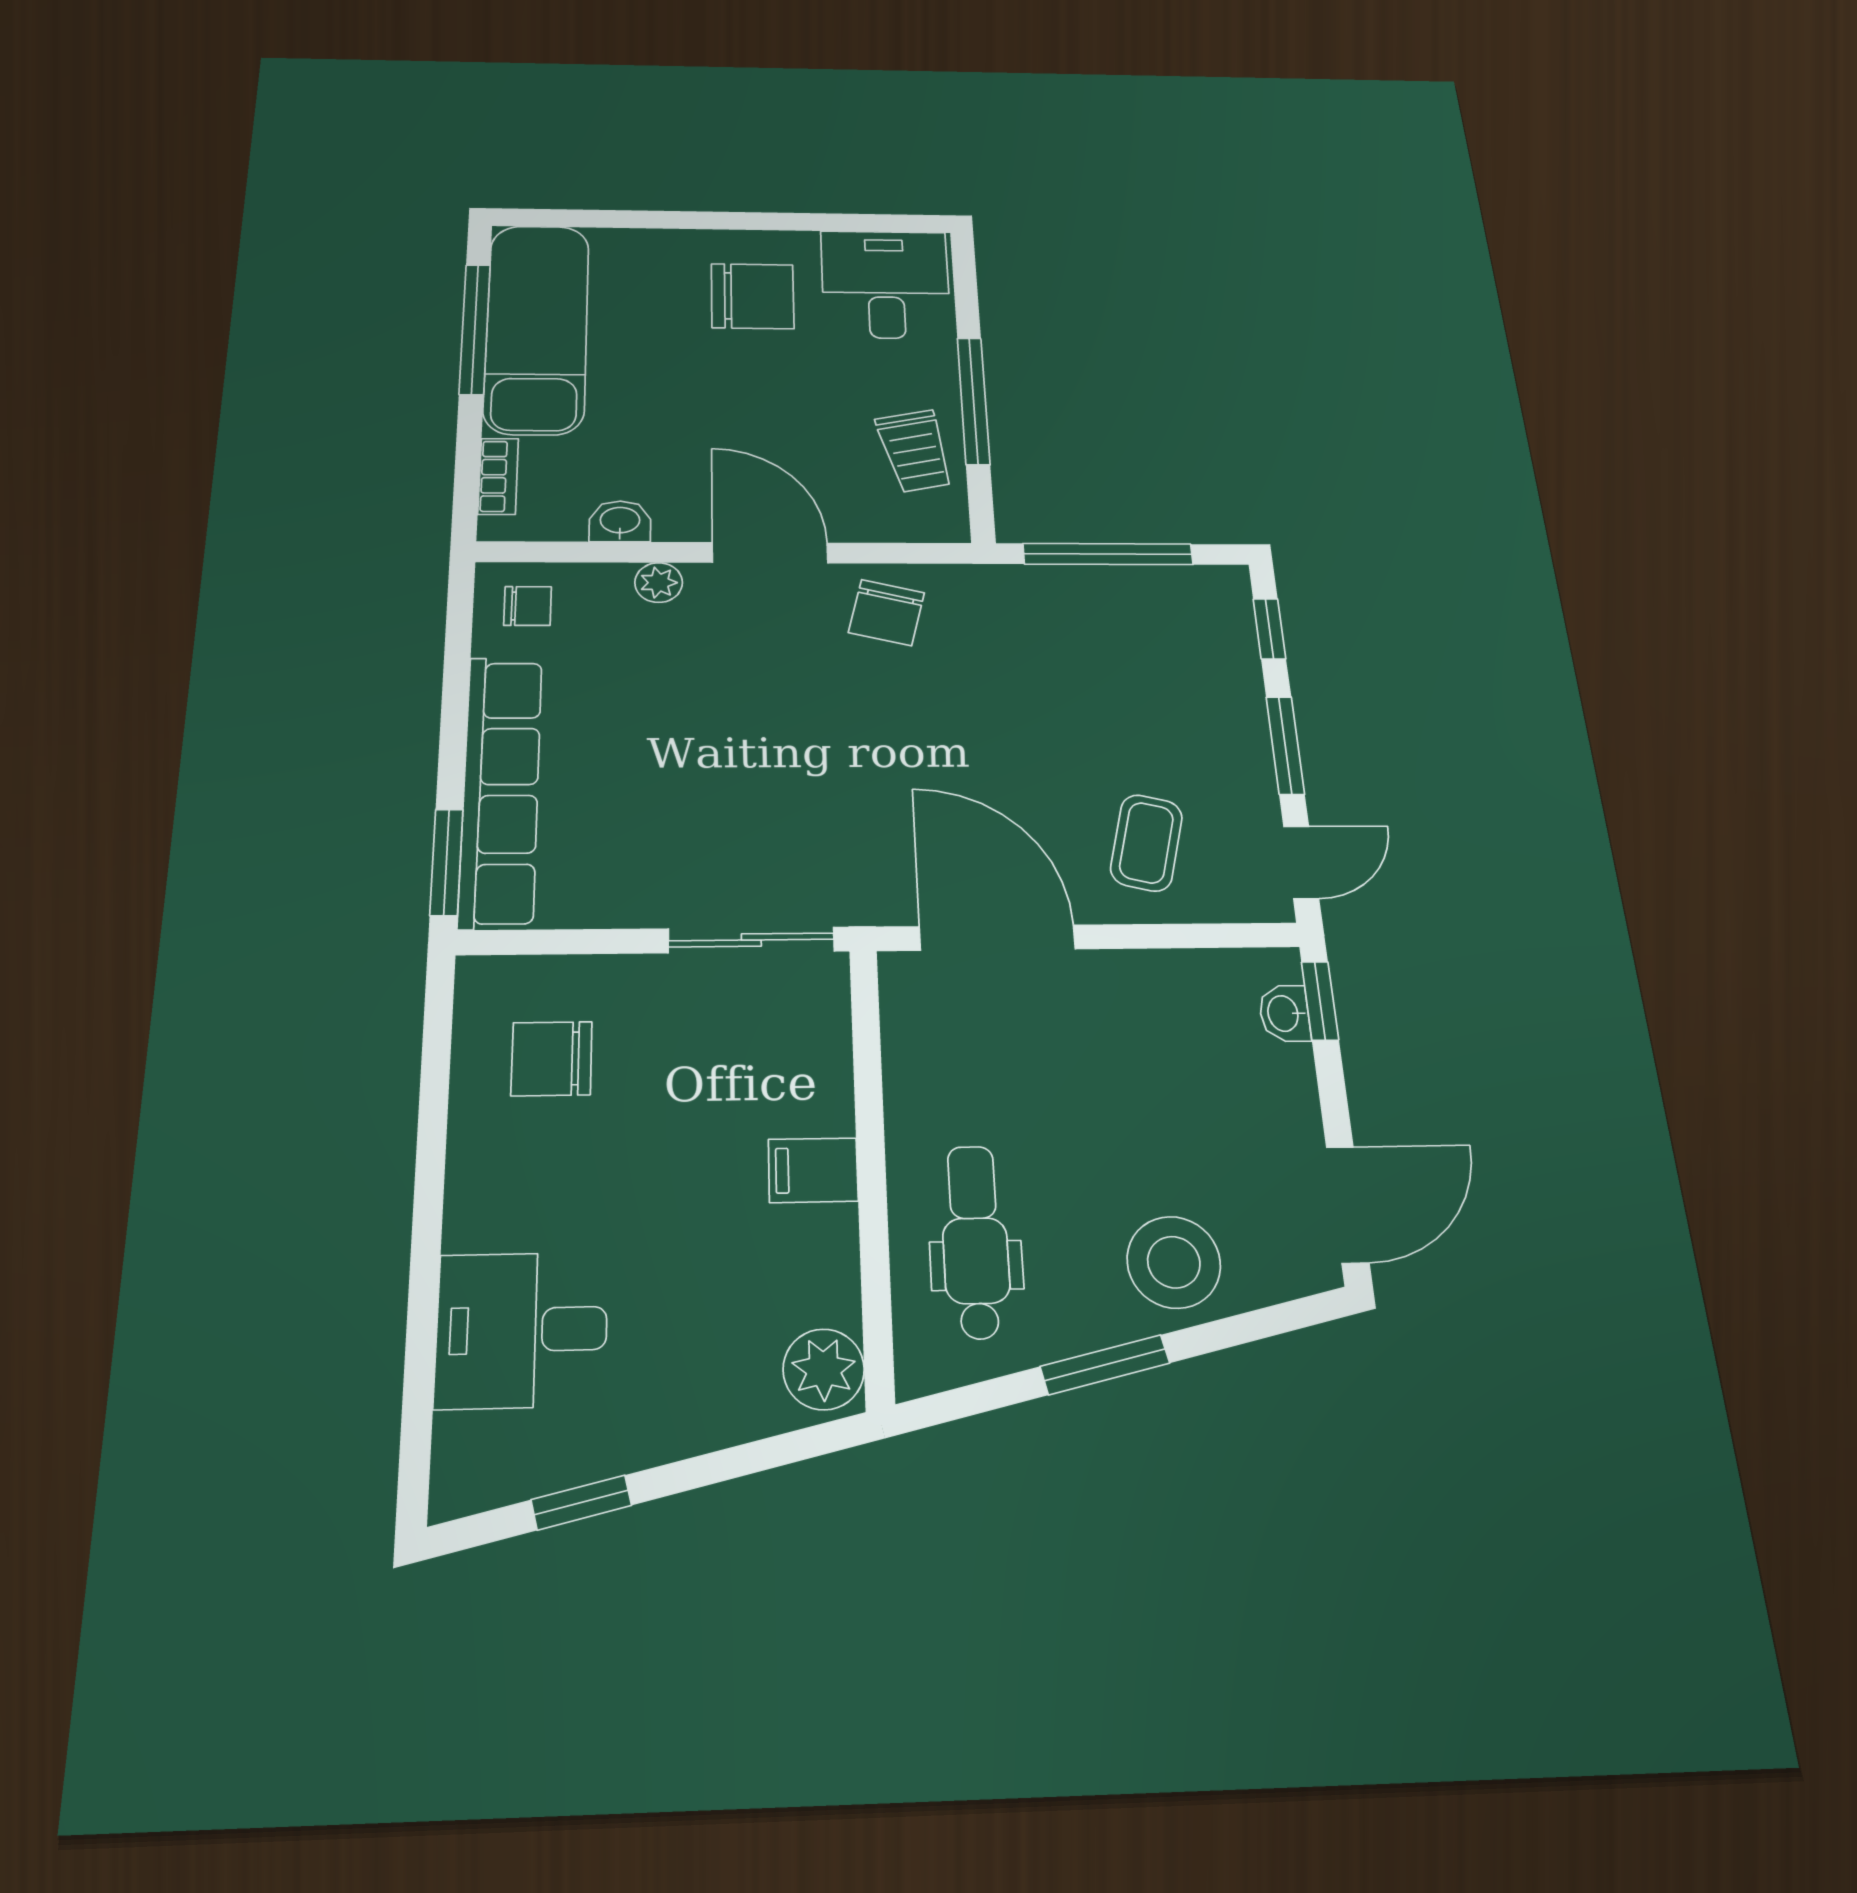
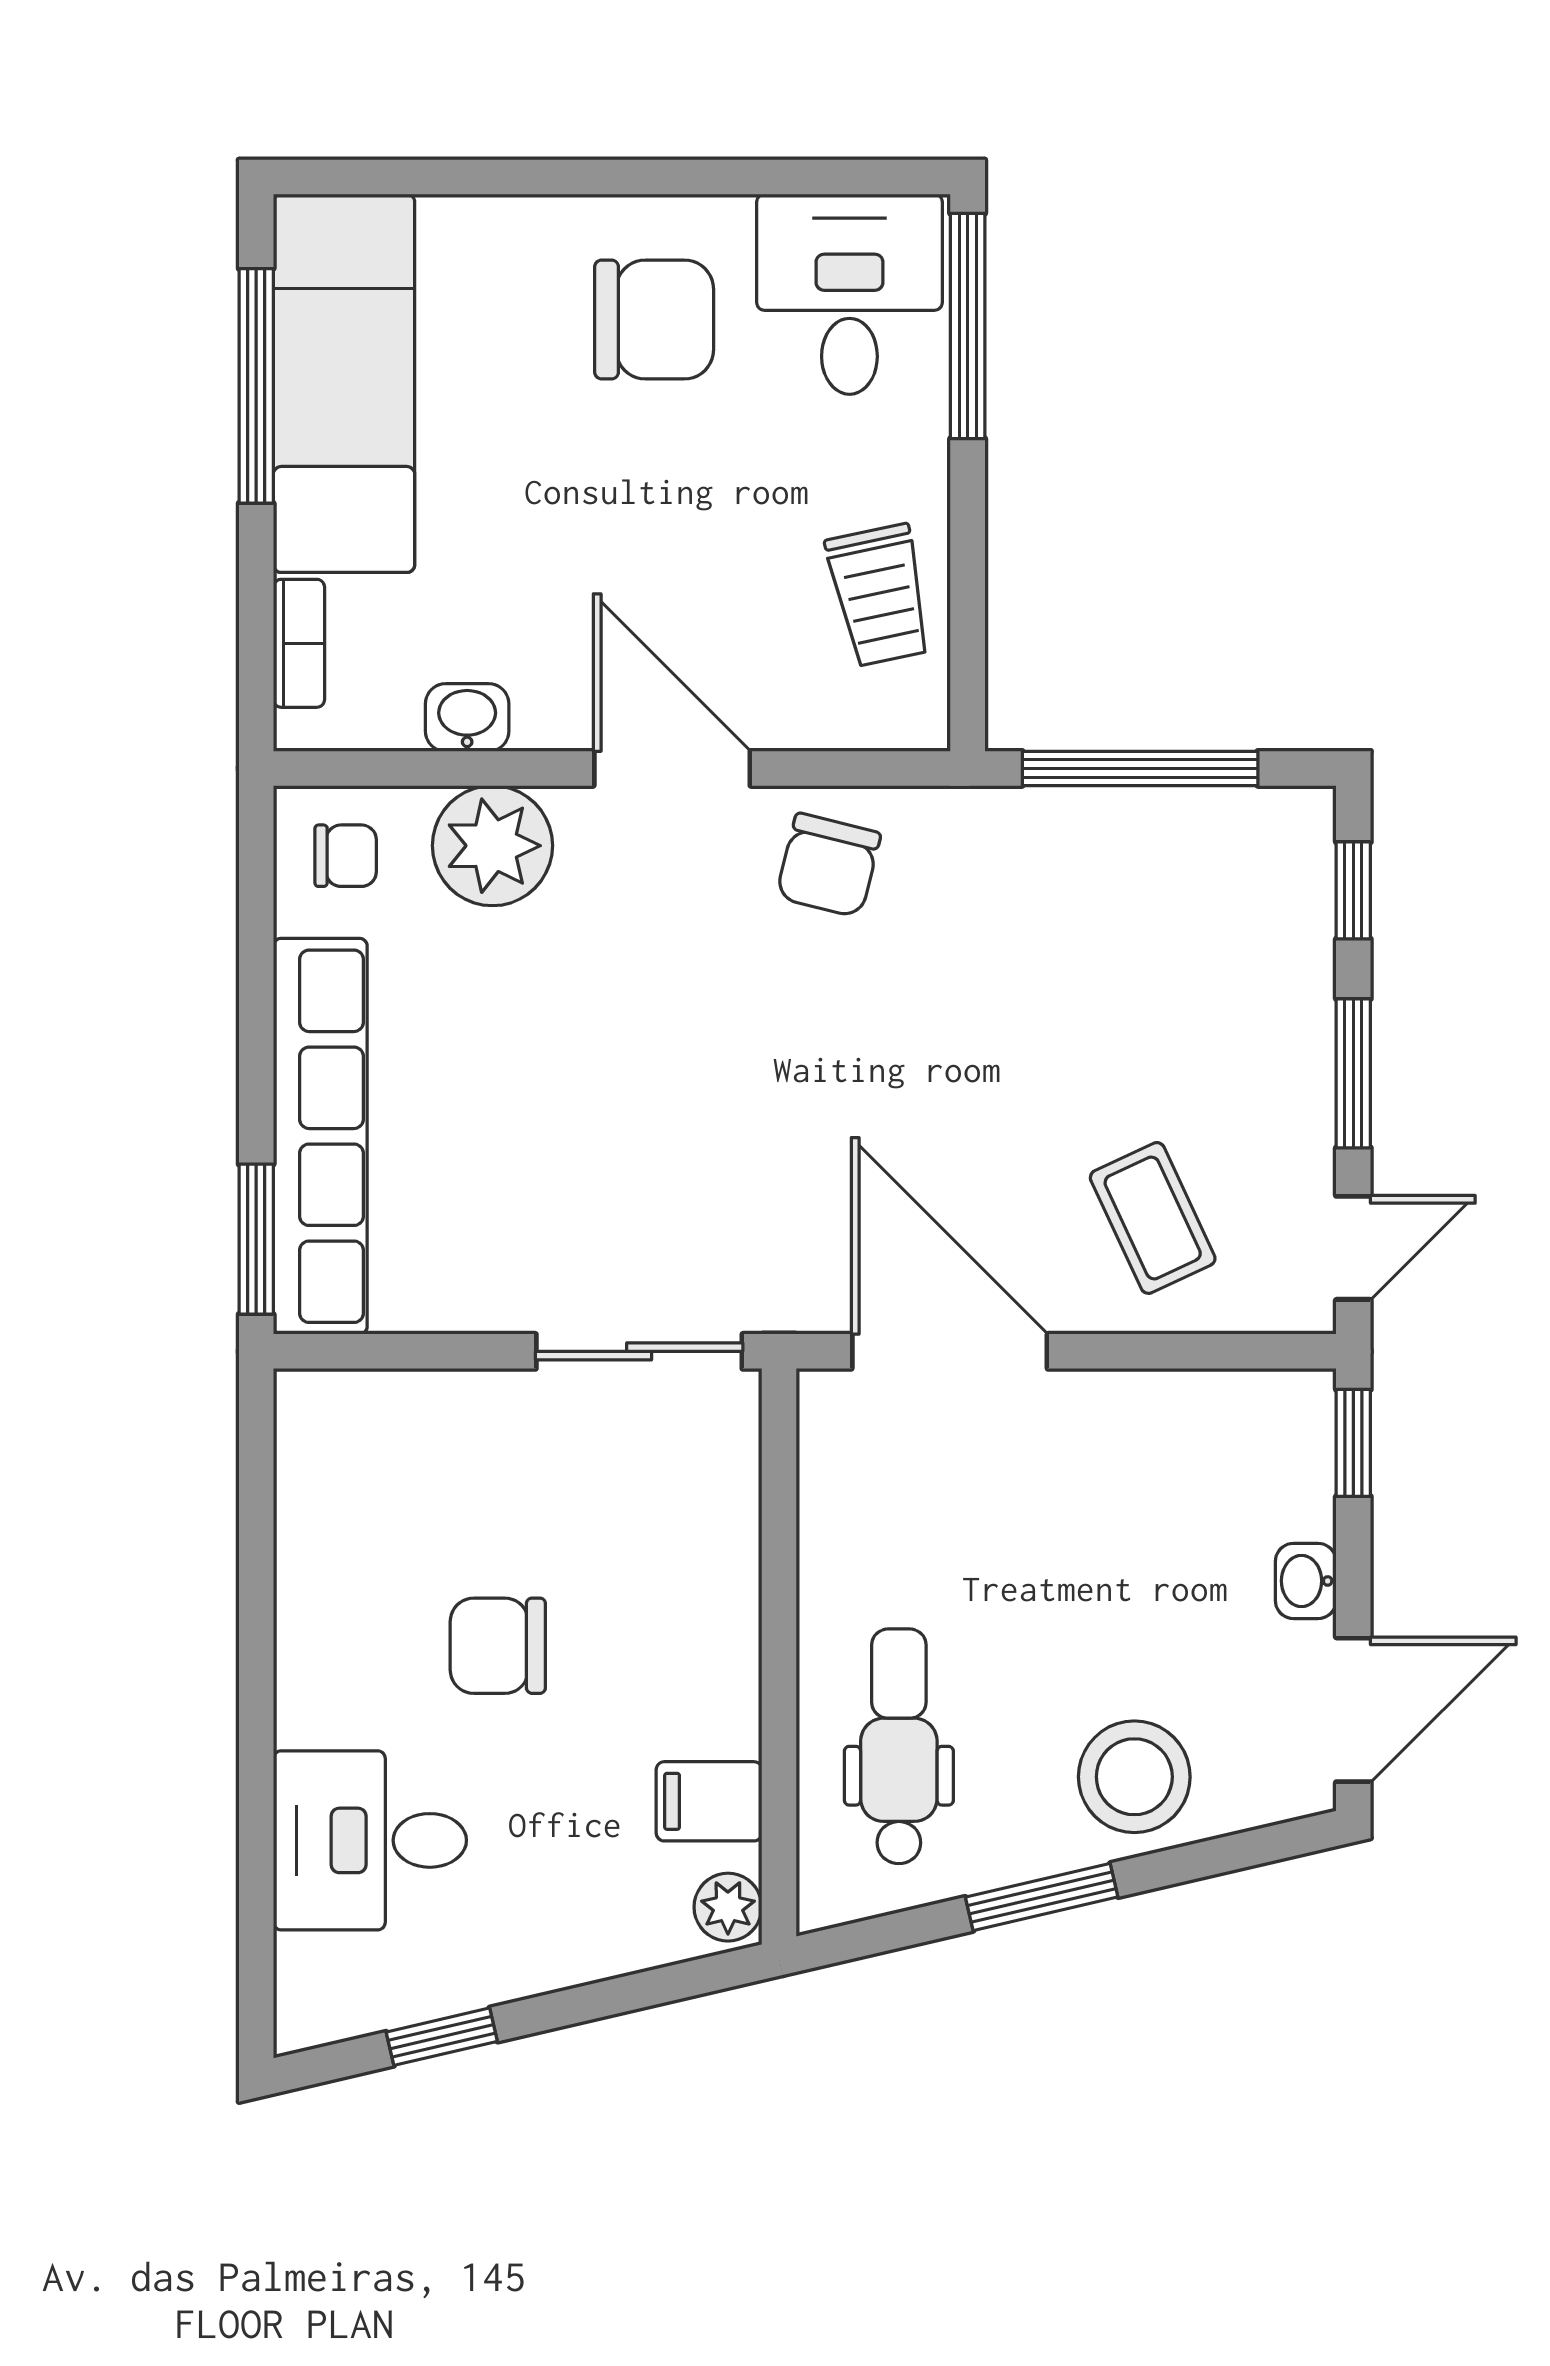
window: (974, 401) -> (968, 326), moved
plant: (659, 583) -> (492, 846), width x1.88, depth x1.88
coffee table: (1146, 843) -> (1153, 1218), turned -39
washbasin: (1284, 1013) -> (1306, 1581), moved
chair: (552, 1059) -> (498, 1646), moved
filing cabinet: (813, 1170) -> (709, 1801), moved
plant: (824, 1369) -> (728, 1907), width x0.73, depth x0.73

